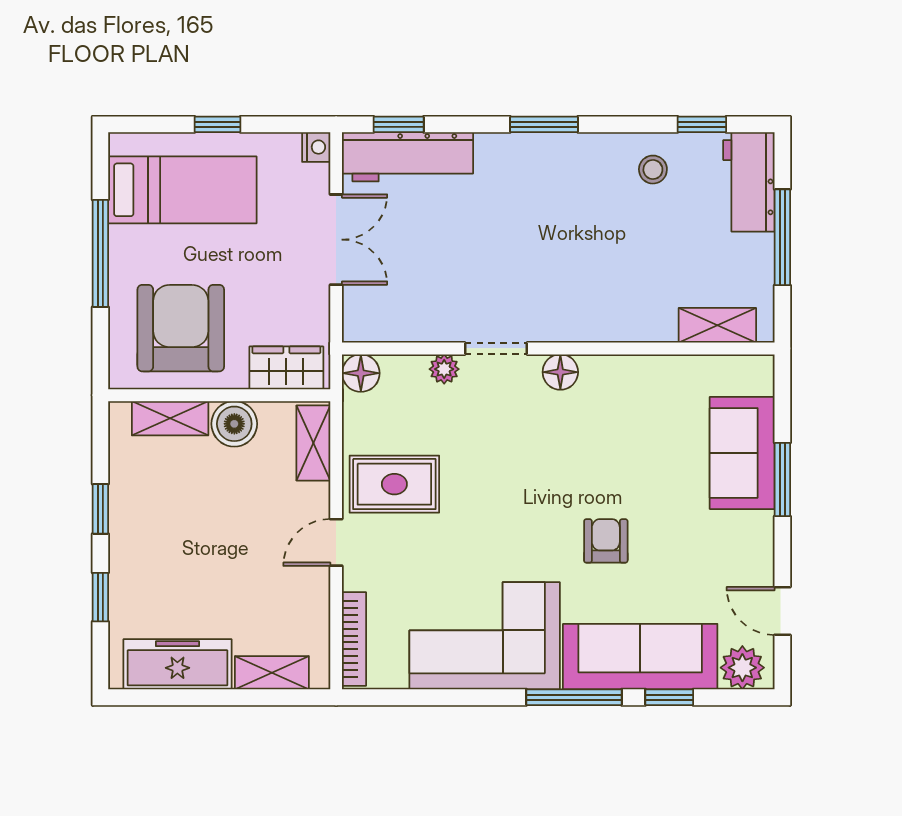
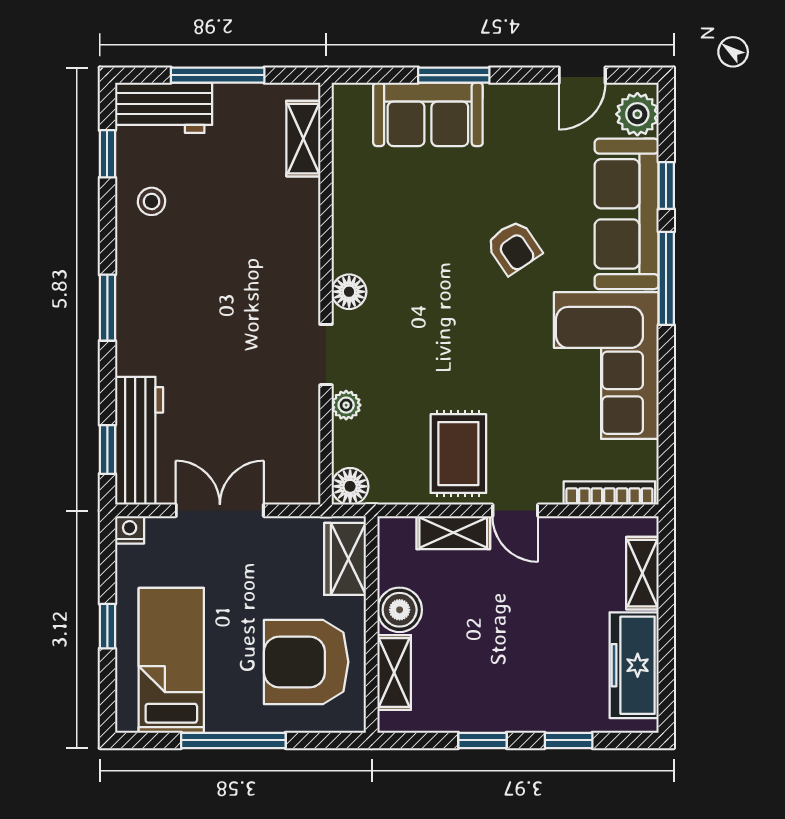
shelving: (313, 443) -> (453, 533), moved
armchair: (606, 541) -> (514, 247), turned -124

